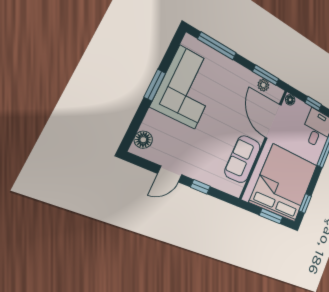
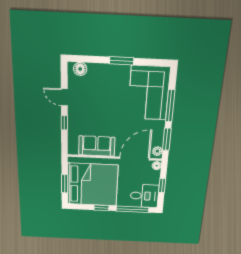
window: (217, 46) -> (170, 106), moved
plant: (263, 85) -> (157, 151), moved
corner sofa: (187, 87) -> (149, 93), moved, turned 90
window: (305, 203) -> (101, 208), moved

